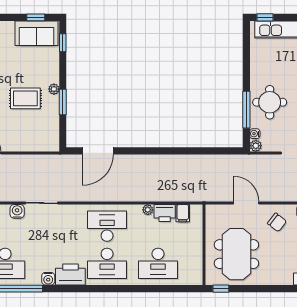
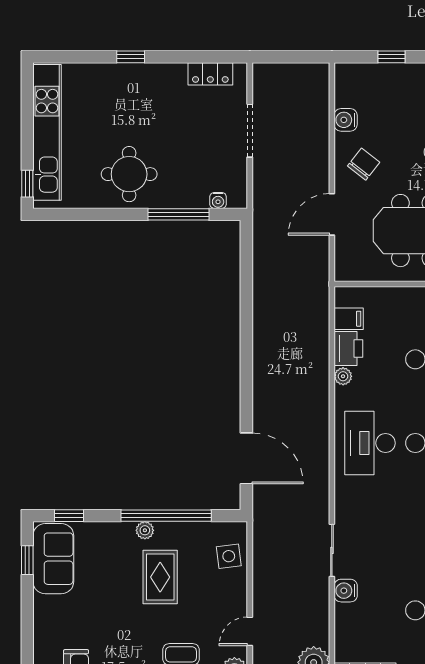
window: (63, 102) -> (166, 516), width x2.11
round table: (270, 102) -> (129, 174), moved
side table: (38, 140) -> (229, 556), added
plant: (256, 146) -> (238, 199), removed

